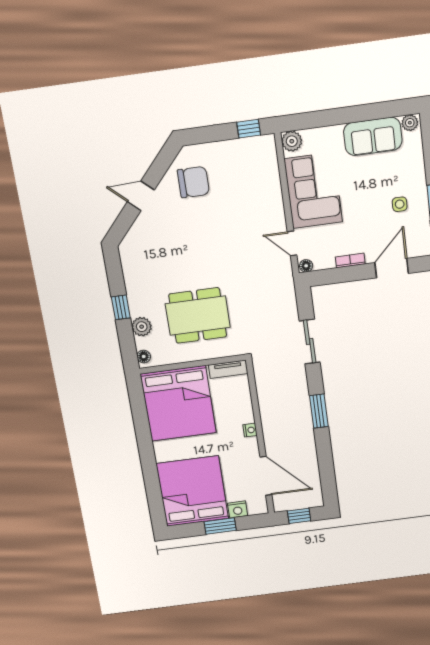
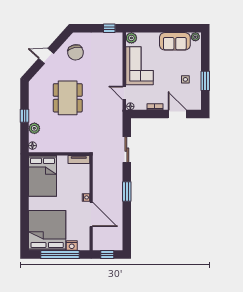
chair: (193, 182) -> (76, 52), turned 78
door: (392, 268) -> (177, 114), hinge flipped
dining table: (198, 315) -> (68, 98), moved, turned 90
bed: (178, 403) -> (43, 176), width x0.73
door: (266, 476) -> (91, 214), moved
window: (220, 526) -> (60, 255), width x2.11

